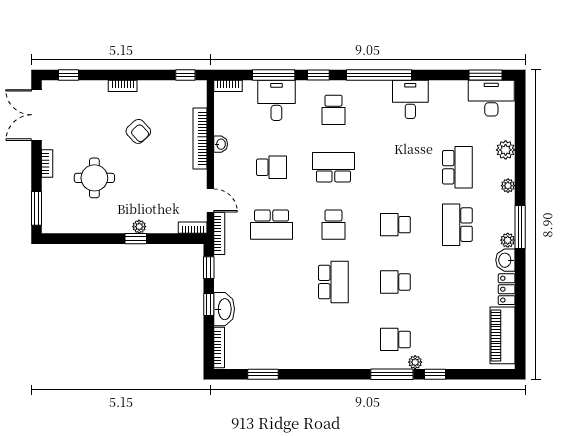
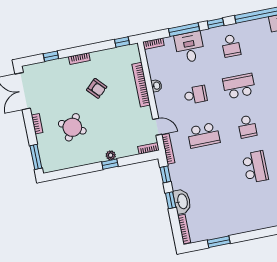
window: (68, 75) -> (51, 56), moved
round table: (94, 178) -> (72, 127), turned 30

